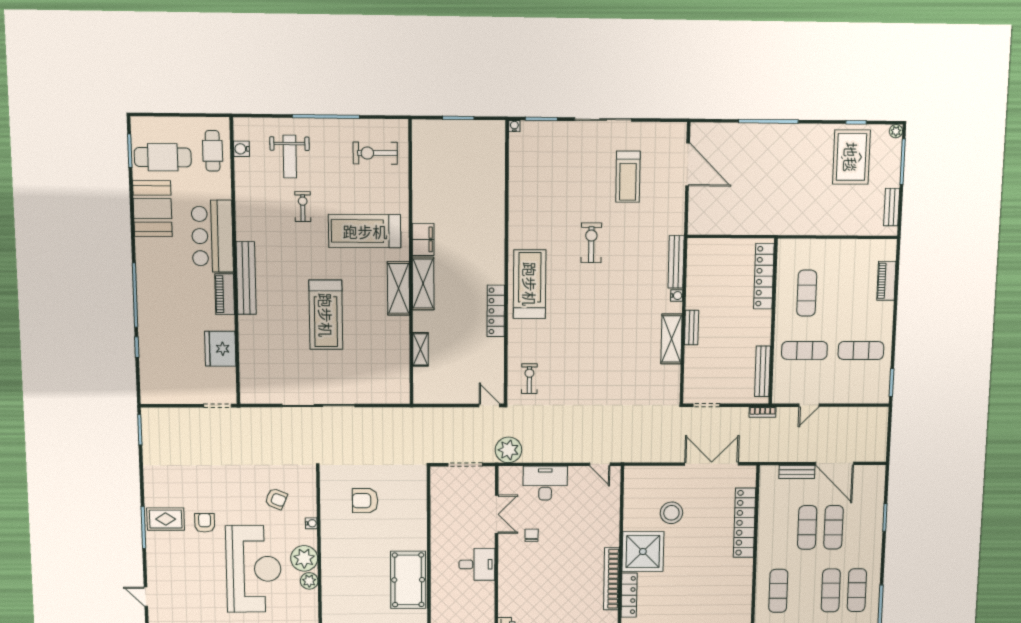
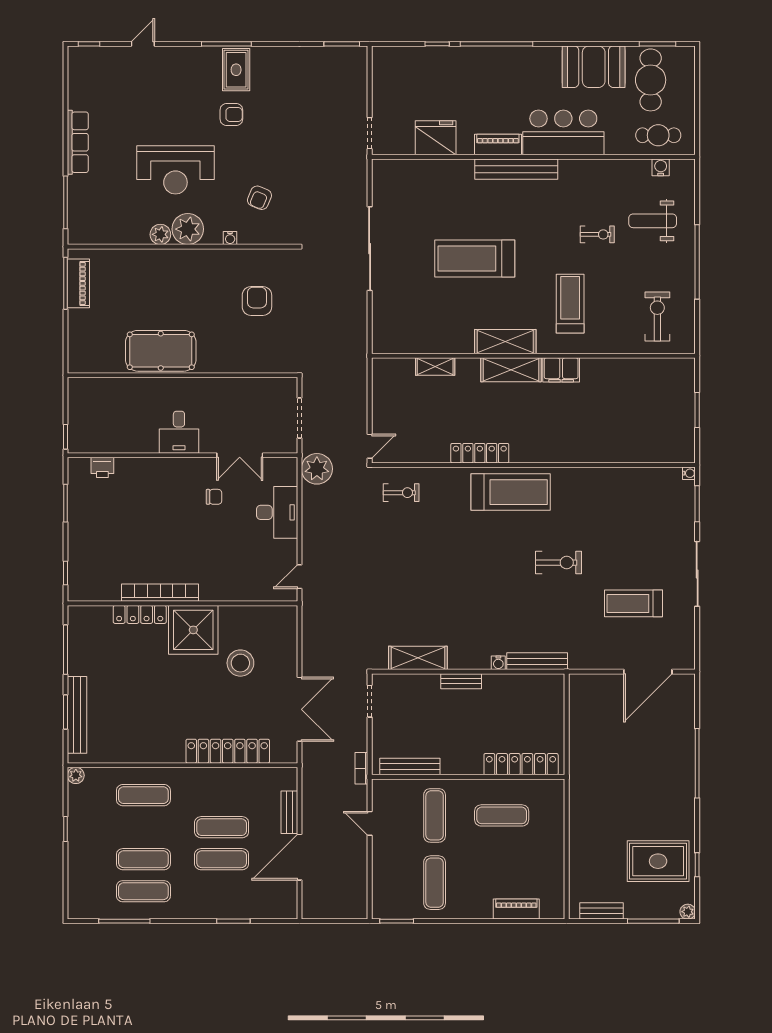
treadmill: (365, 231) -> (570, 304), width x0.73, depth x0.73
shelving: (671, 339) -> (418, 658), moved
reception desk: (254, 569) -> (175, 170), width x0.74, depth x0.77

